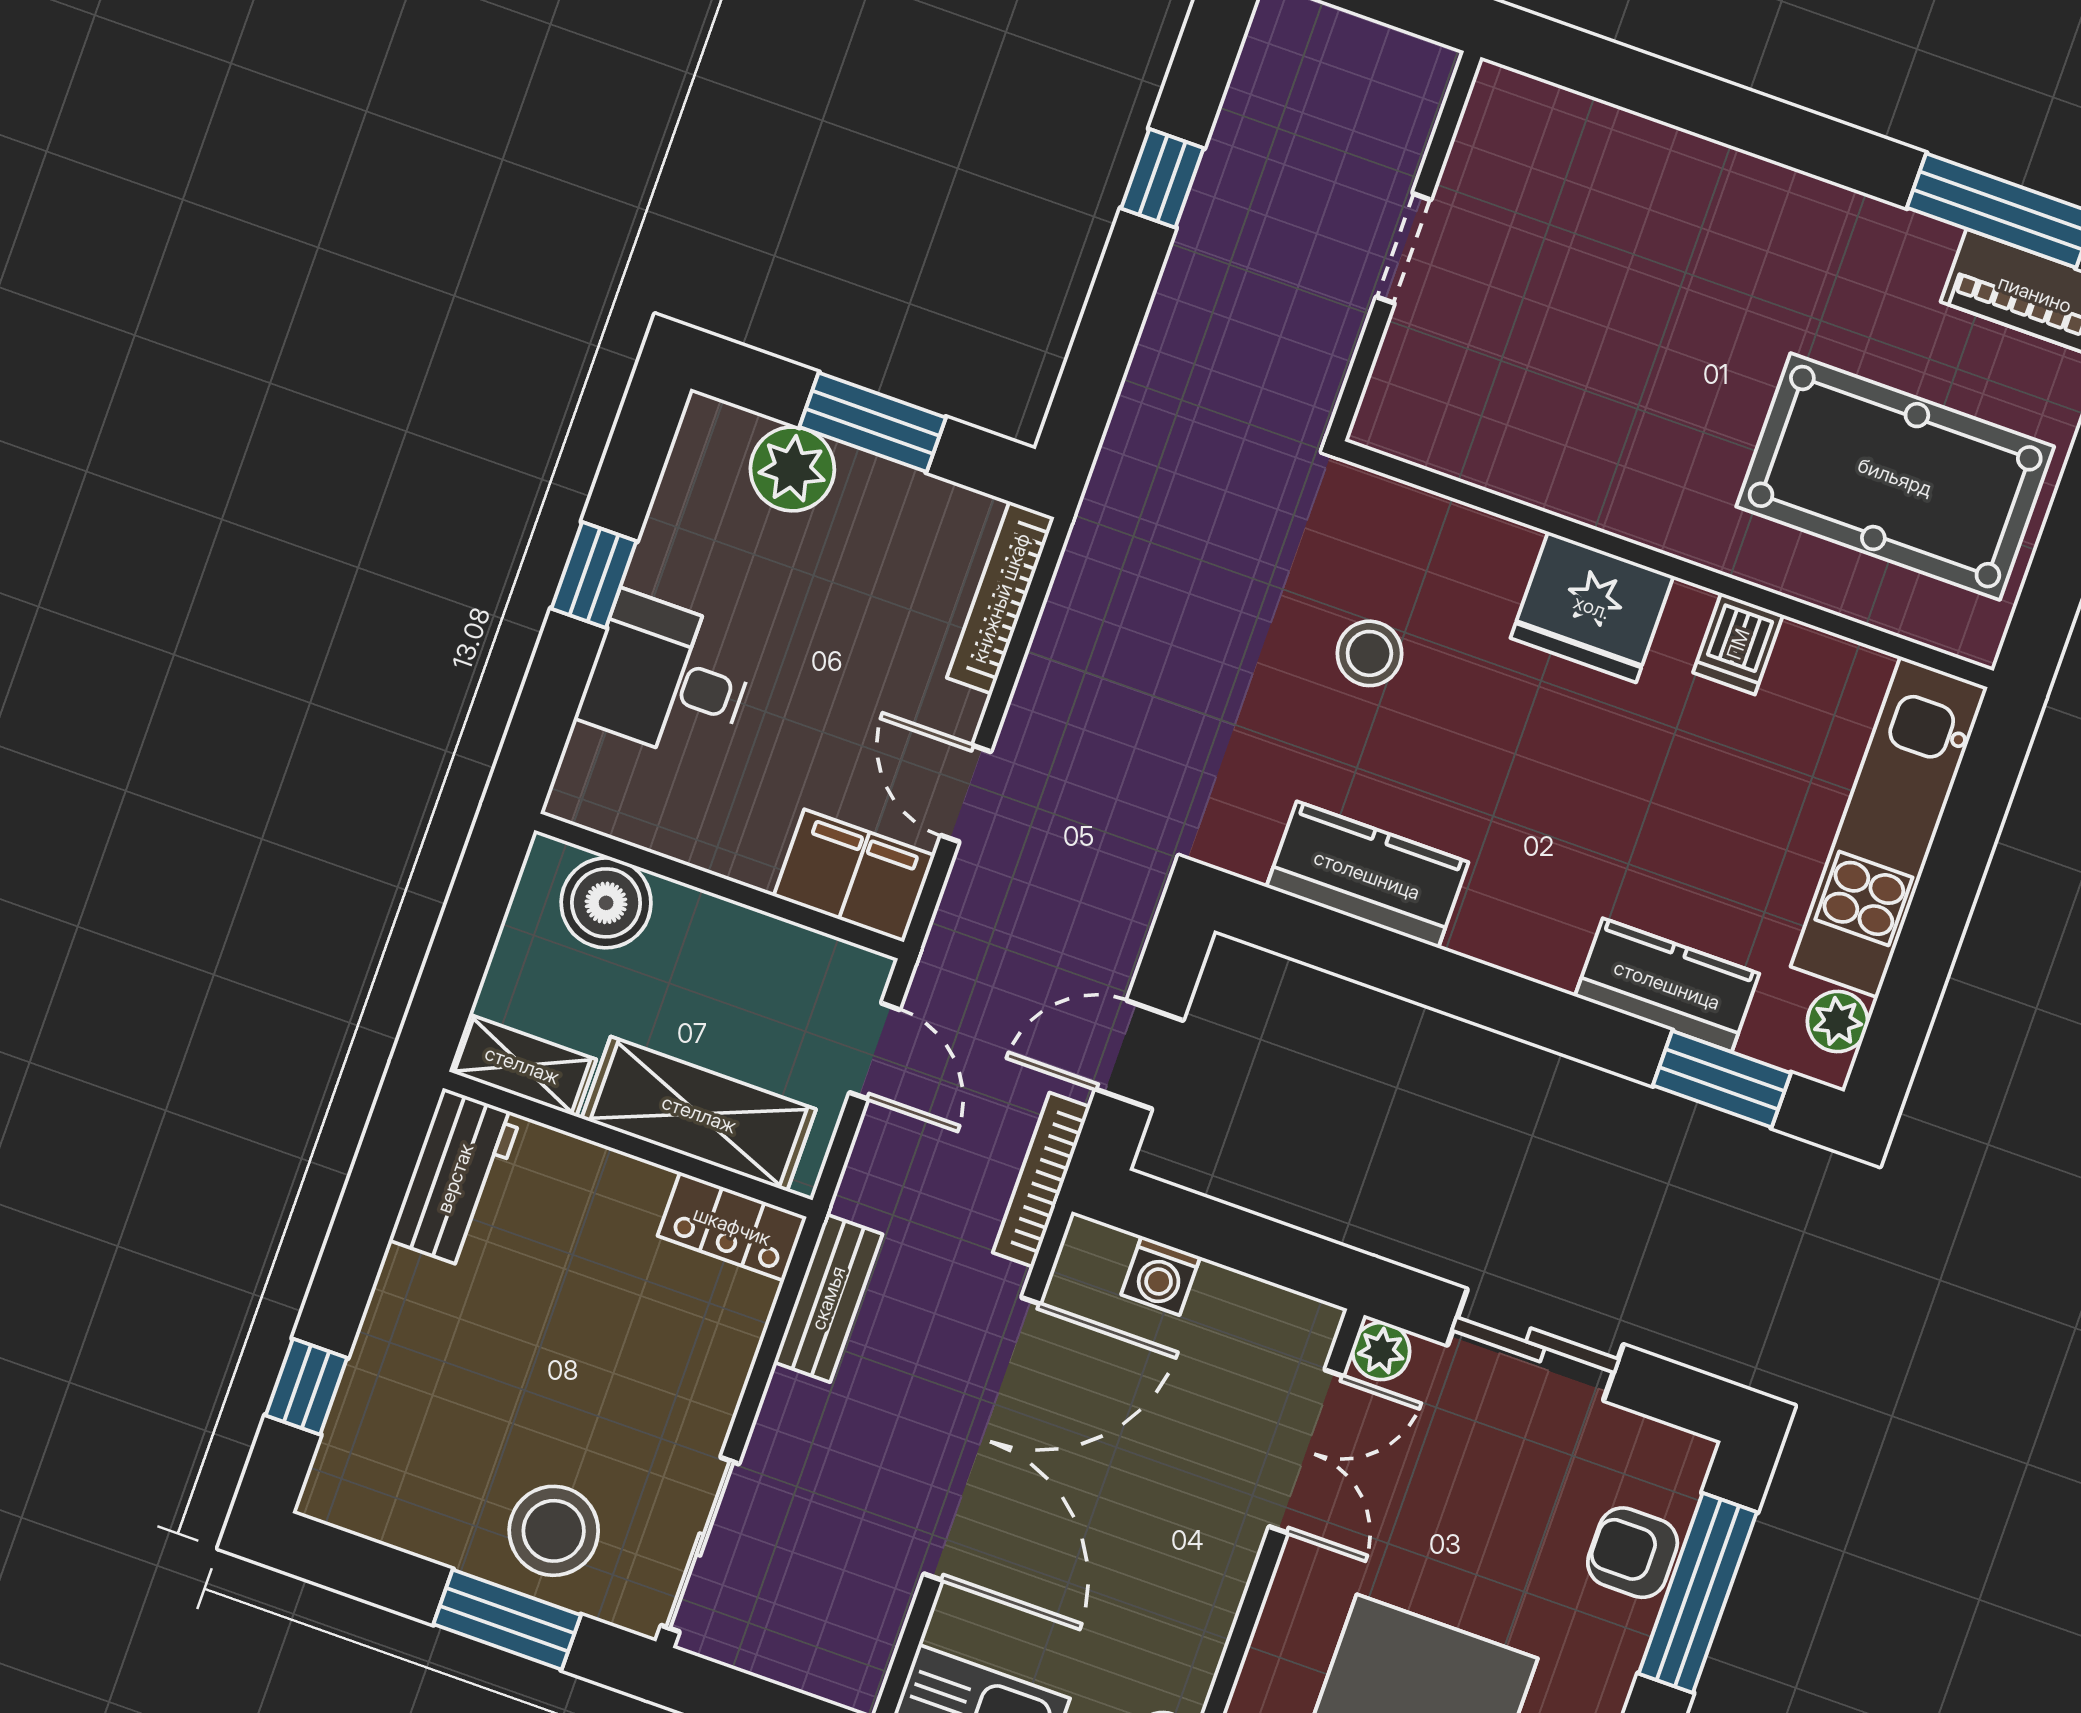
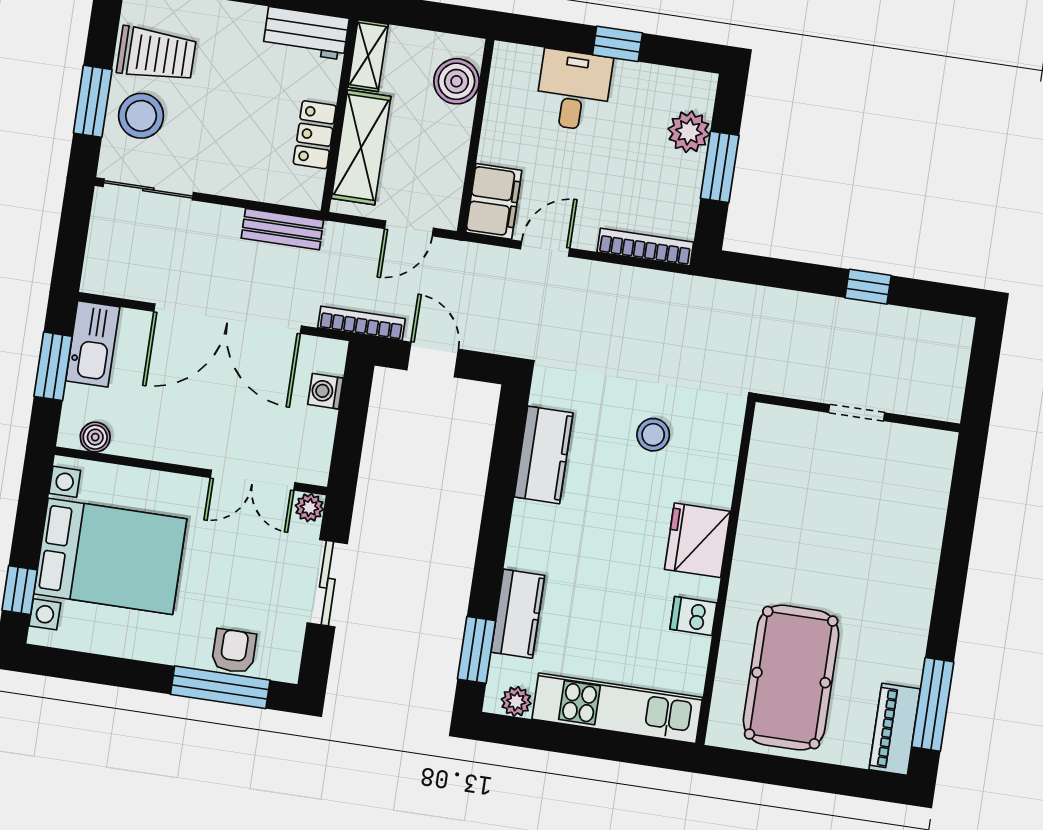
locker: (732, 1226) -> (315, 135), moved
trolley: (440, 1478) -> (156, 54), added

